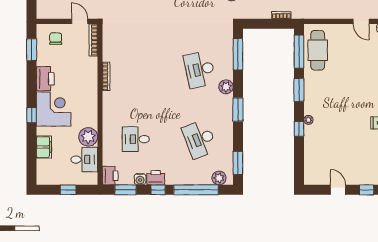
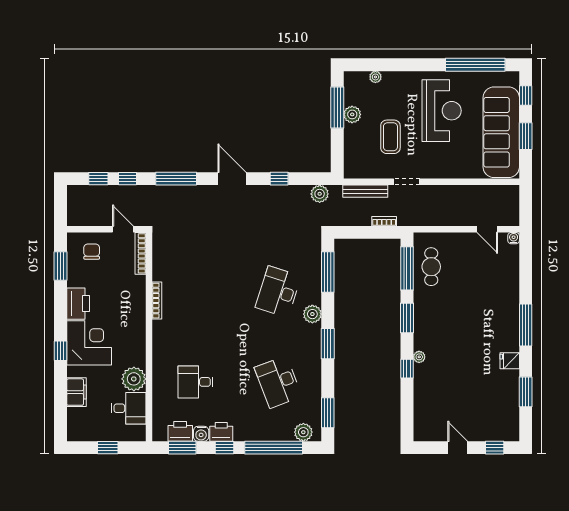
cafe table: (318, 50) -> (431, 267), width x0.73, depth x0.74
desk: (200, 70) -> (278, 292), turned 30
printer: (110, 176) -> (180, 431), moved, turned -90

